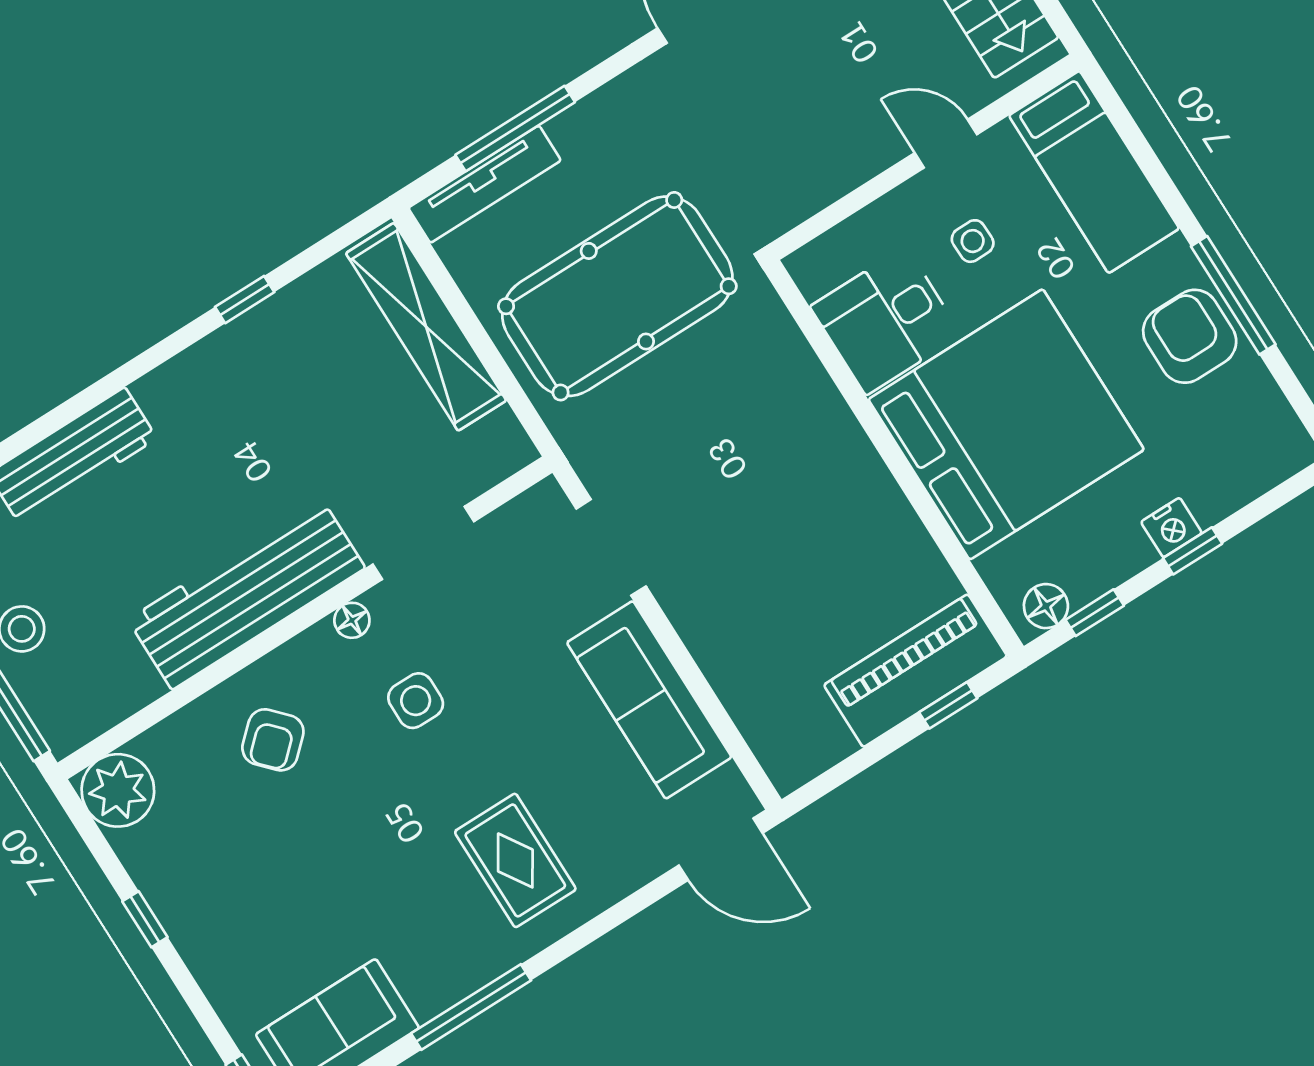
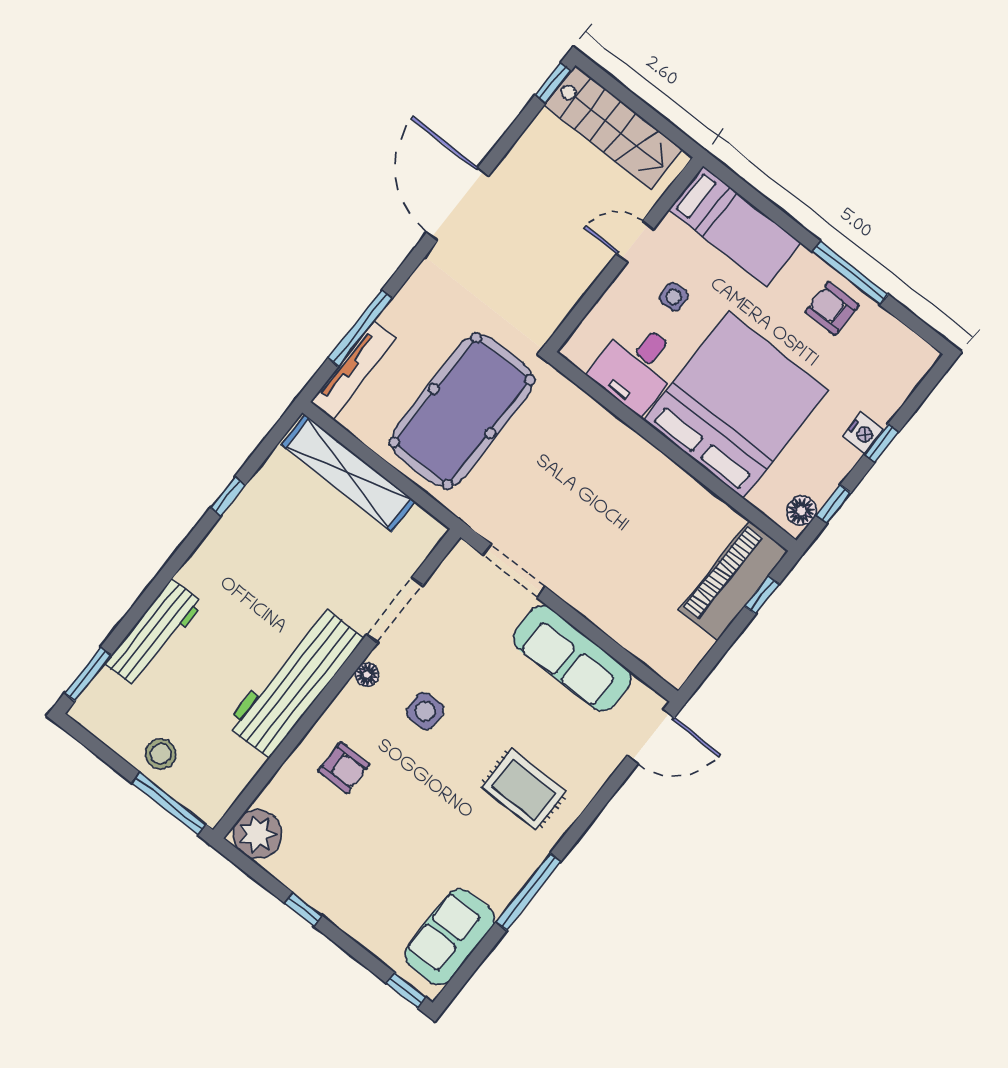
armchair: (1190, 336) -> (832, 309), width x0.72, depth x0.72
armchair: (273, 740) -> (344, 768), turned -47

